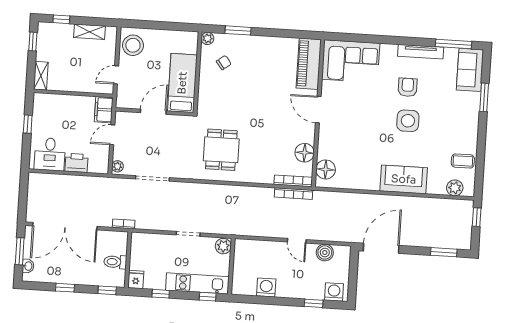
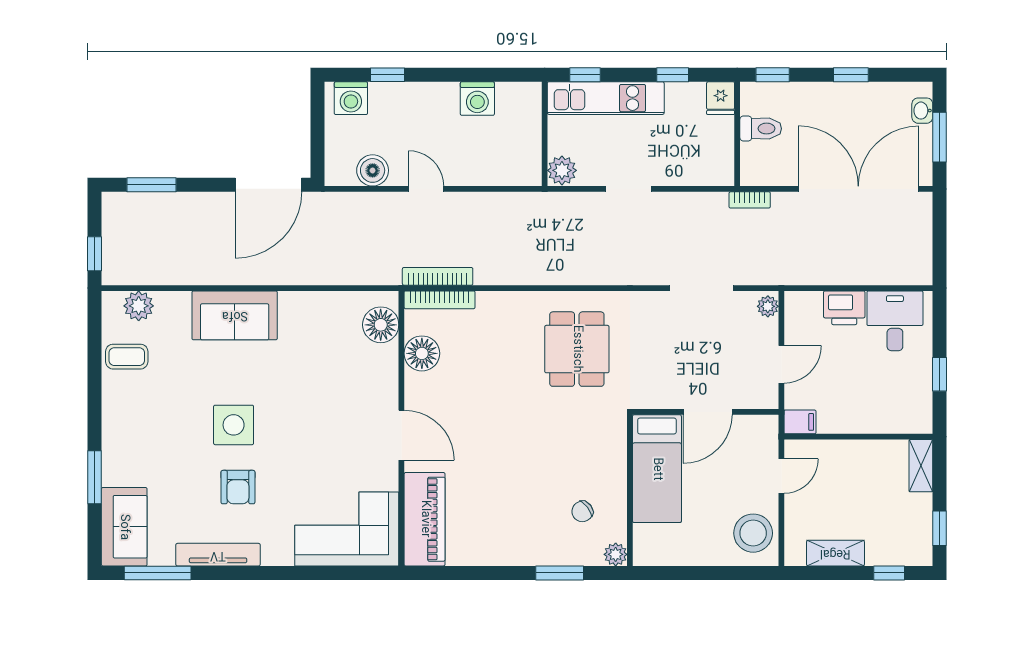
filing cabinet: (104, 110) -> (800, 422), width x0.50

